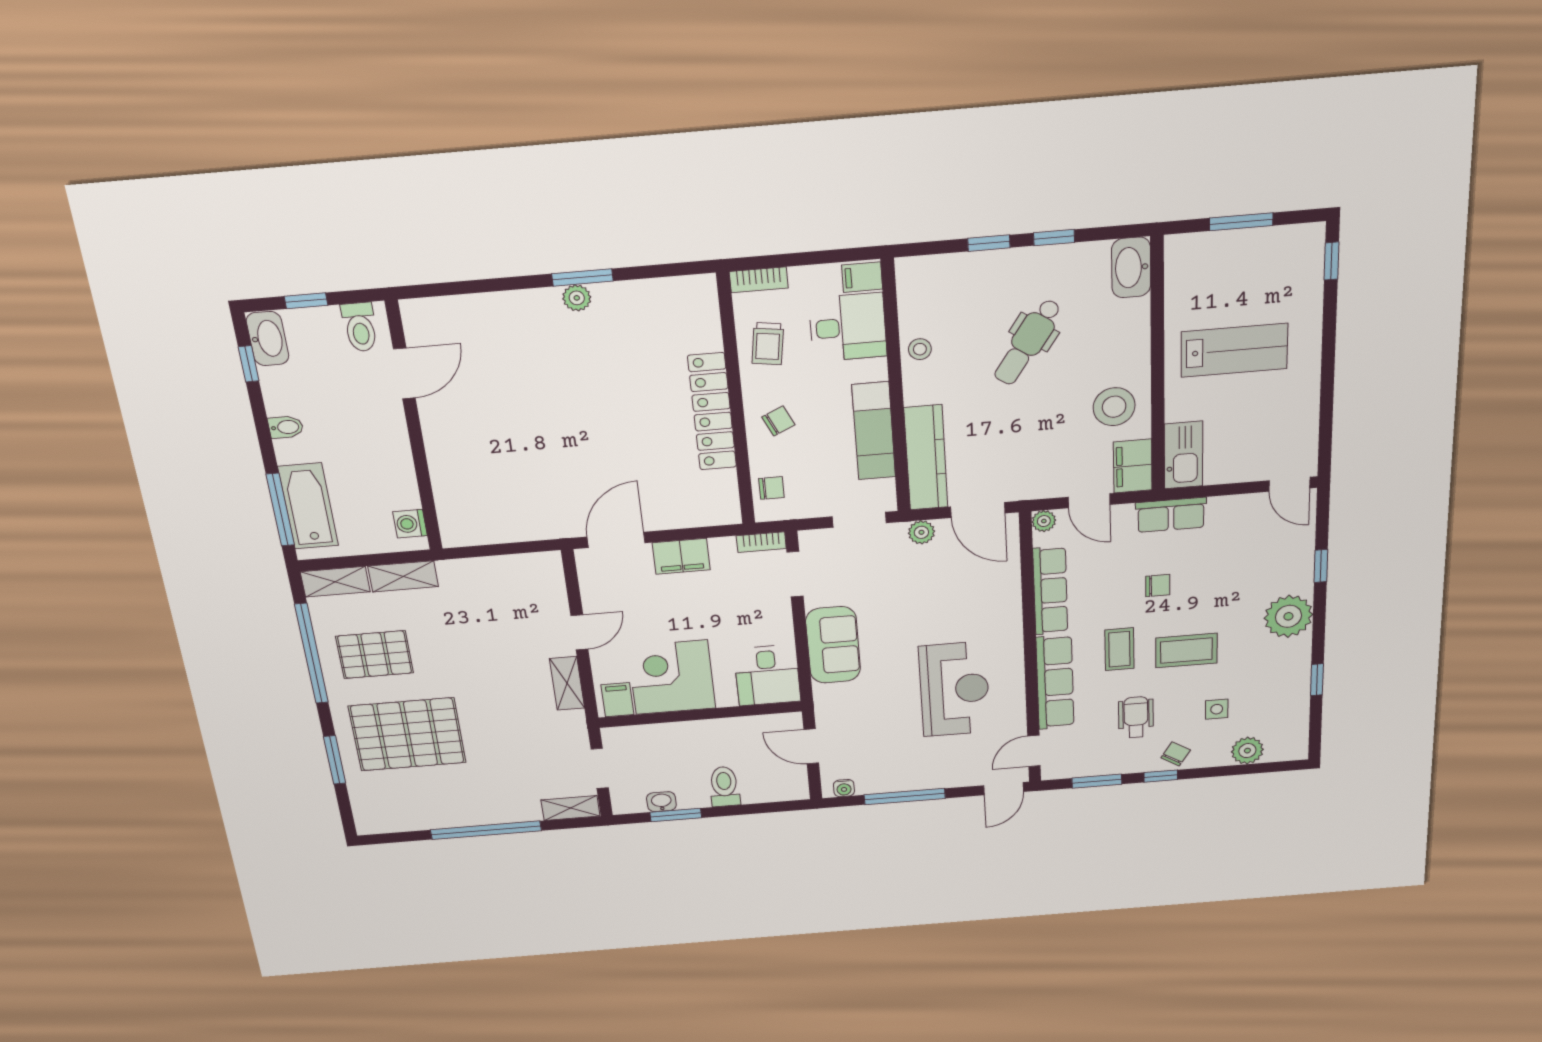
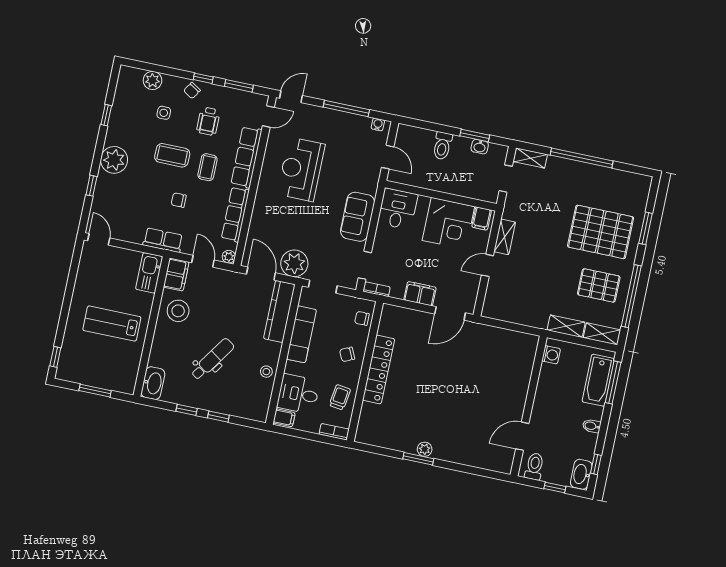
plant: (921, 532) -> (294, 263), width x1.87, depth x1.87

